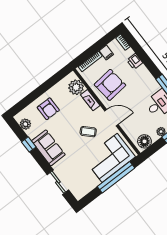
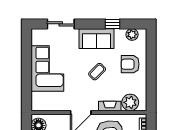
coffee table: (88, 132) -> (97, 72), moved
corner sofa: (110, 158) -> (47, 68), moved
window: (116, 177) -> (27, 77), removed

